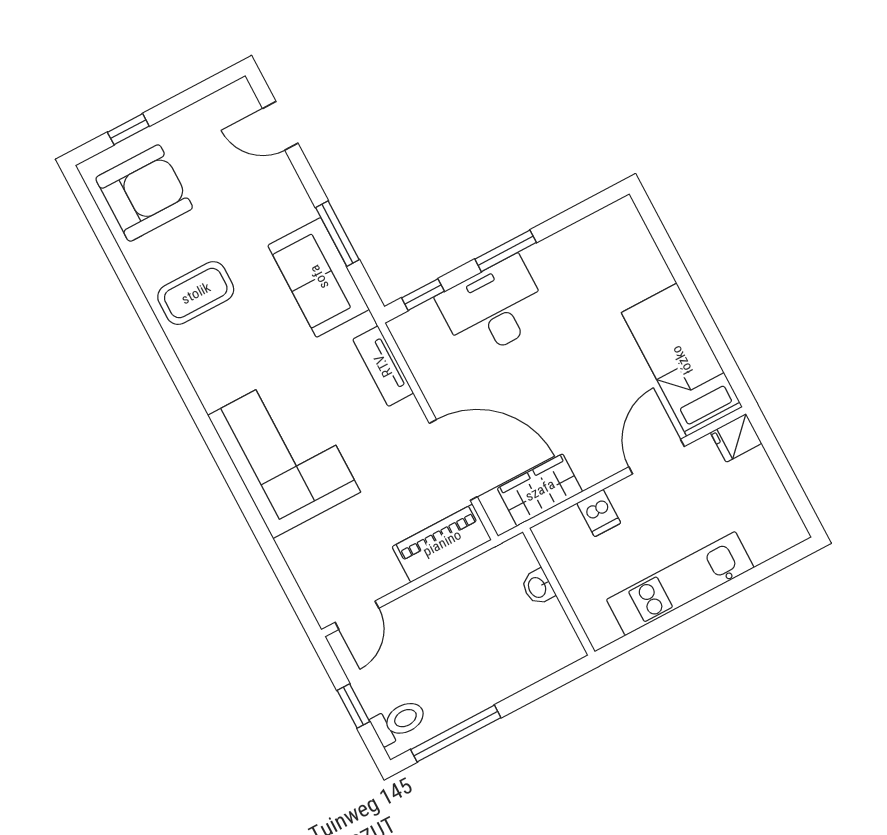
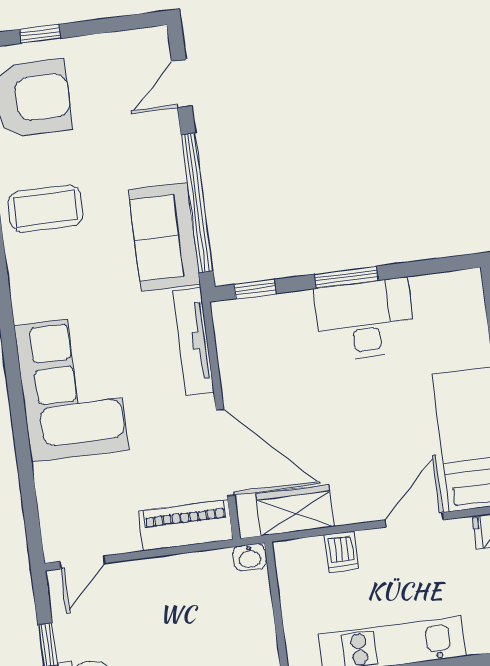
door: (280, 126) -> (182, 84), hinge flipped
window: (337, 234) -> (197, 203), width x2.11
desk: (493, 308) -> (365, 320), moved
tv unit: (383, 366) -> (193, 341), width x1.41
washbasin: (538, 587) -> (250, 557), moved, turned -90

